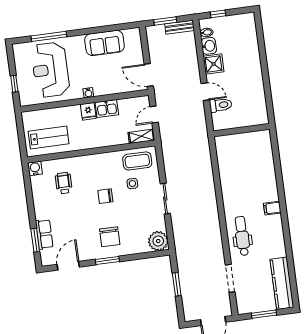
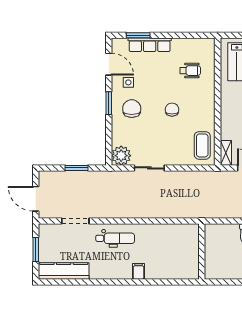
wall: (242, 130) -> (202, 252), moved
water cooler: (35, 168) -> (208, 44), removed
side table: (132, 184) -> (128, 82), moved
sliding door: (165, 199) -> (149, 168), moved
row of seats: (44, 234) -> (150, 45), width x1.48
chair: (110, 237) -> (132, 109), turned 90

